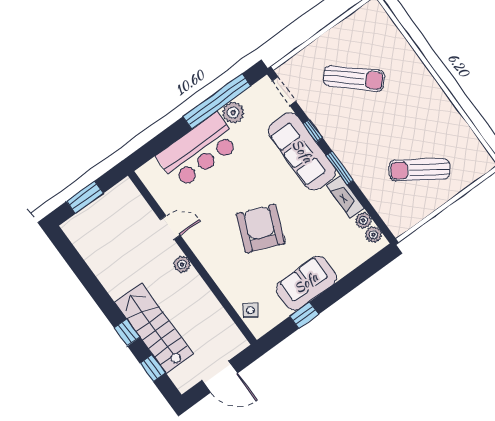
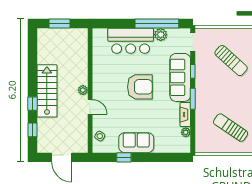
door: (170, 227) -> (90, 107), moved
armchair: (261, 229) -> (140, 87), moved, turned 68
plant: (374, 235) -> (186, 143), removed
stairs: (154, 328) -> (47, 91), moved

